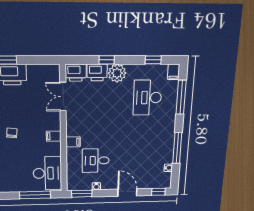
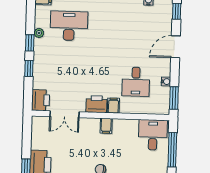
window: (153, 60) -> (30, 43), moved
printer: (97, 72) -> (96, 104), moved, turned -90
plant: (117, 73) -> (39, 33), moved, width x0.53, depth x0.53
desk: (147, 98) -> (69, 26), turned 180
desk: (47, 173) -> (153, 135), width x0.73

